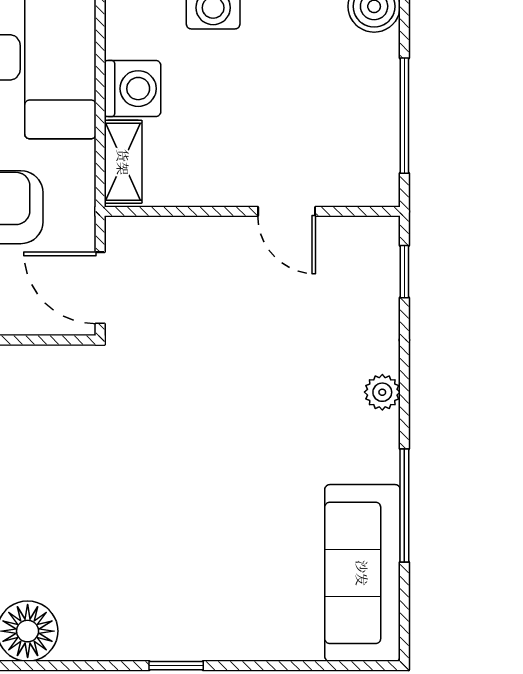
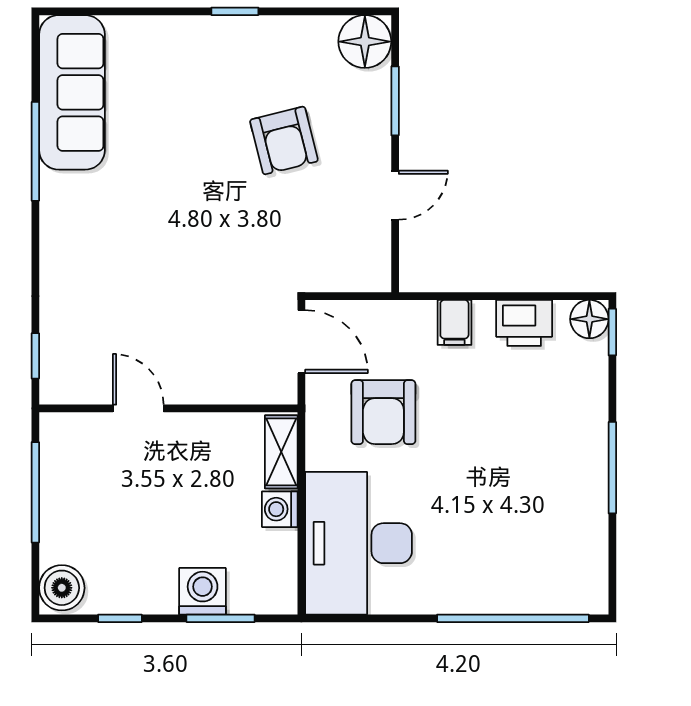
washing machine: (133, 89) -> (280, 509), width x0.73, depth x0.73
plant: (382, 392) -> (55, 250), removed
armchair: (120, 518) -> (284, 140), added

